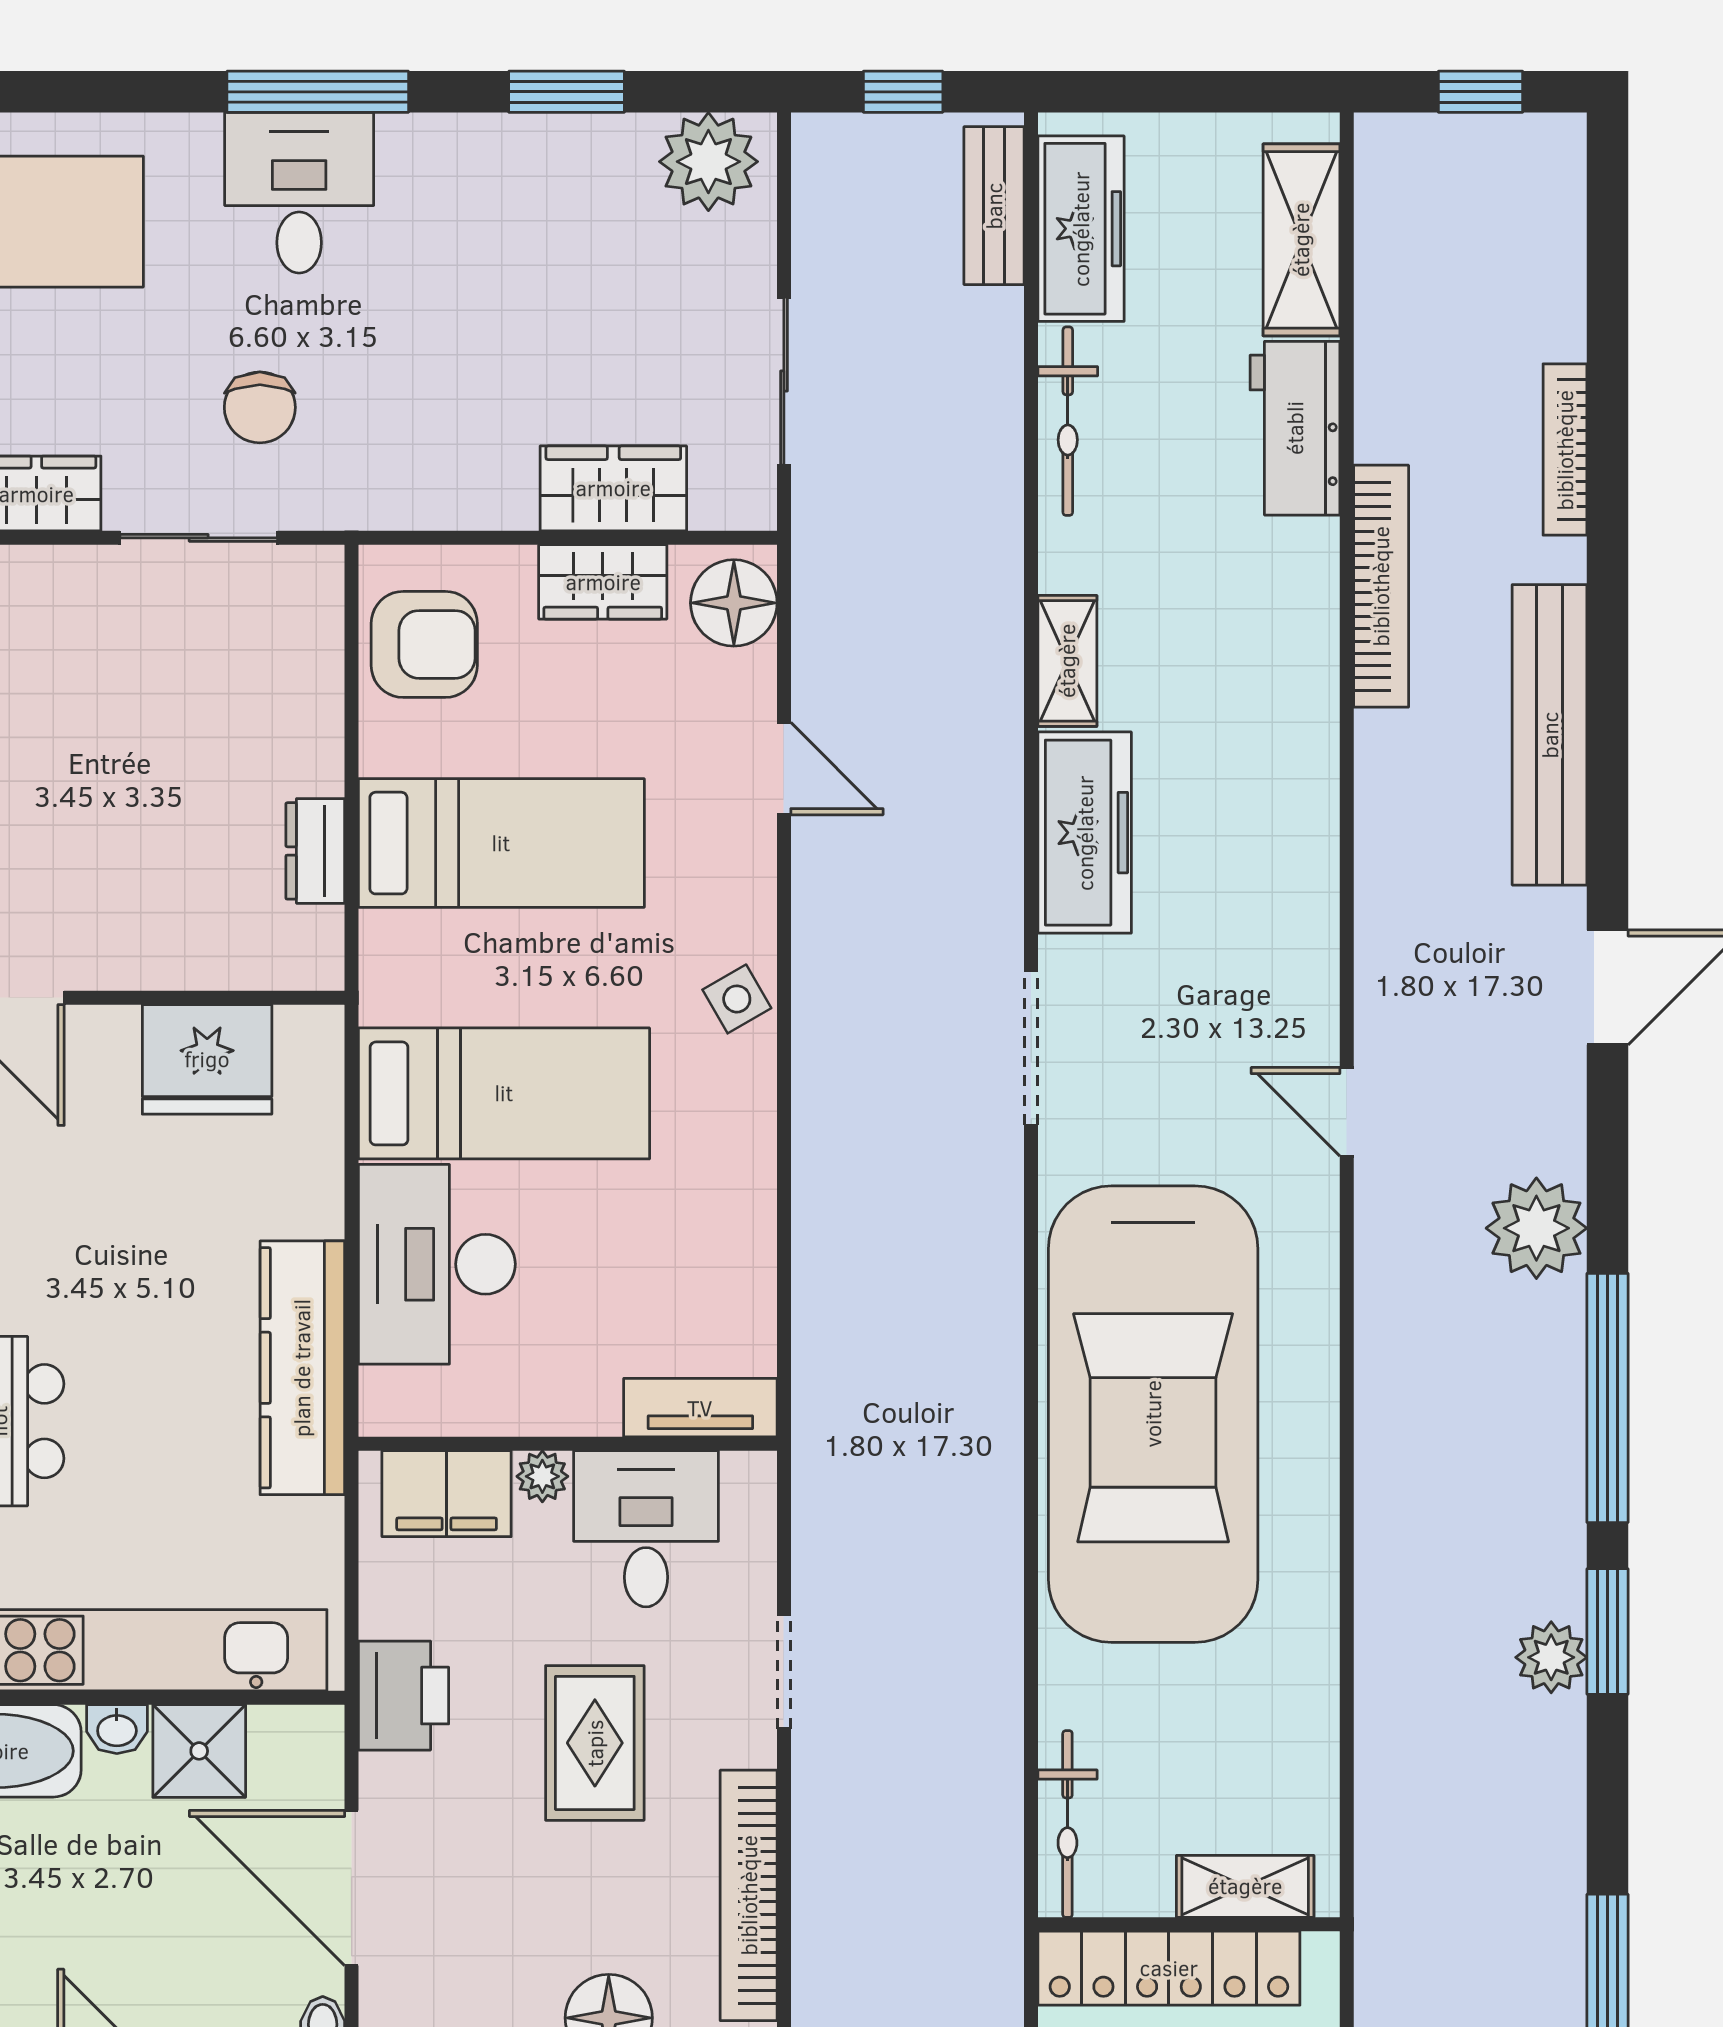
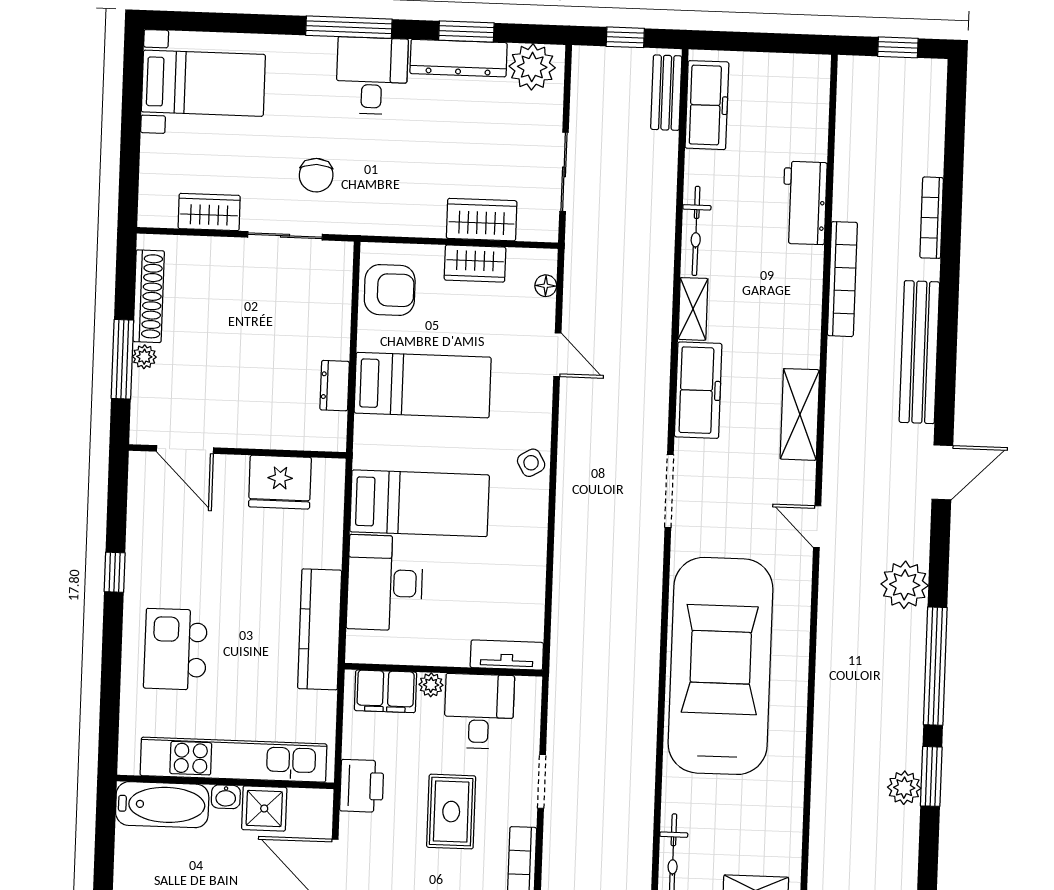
dresser: (552, 149) -> (459, 58), added
desk: (299, 193) -> (372, 76), moved
shelving: (1301, 240) -> (800, 414), moved
bicycle: (1068, 421) -> (696, 231), moved
floor lamp: (734, 603) -> (546, 286), width x0.53, depth x0.53
car: (1153, 1414) -> (720, 666), turned 180

